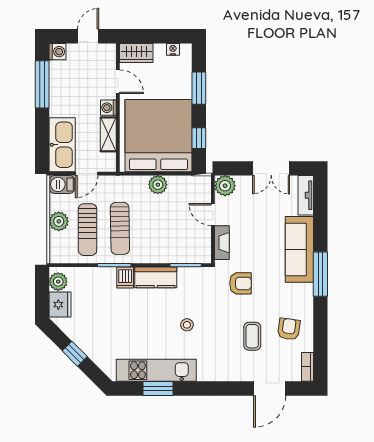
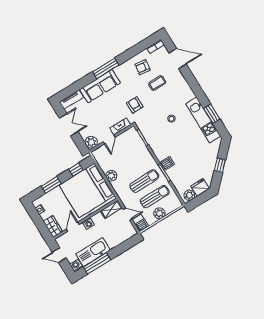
shelving: (108, 134) -> (111, 209), moved
kitchen sink: (62, 145) -> (93, 252), moved
kitchen counter: (156, 277) -> (158, 149), removed

